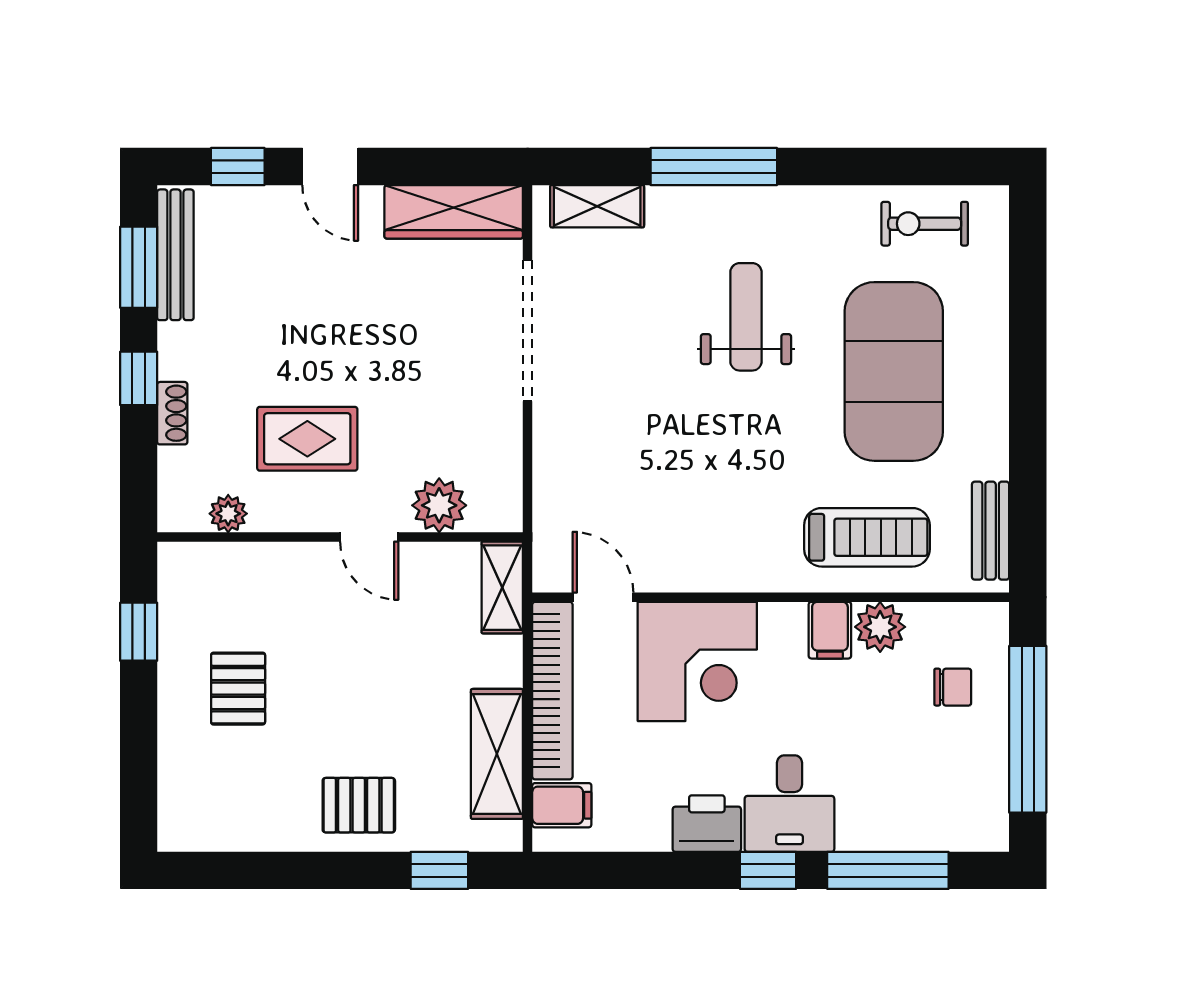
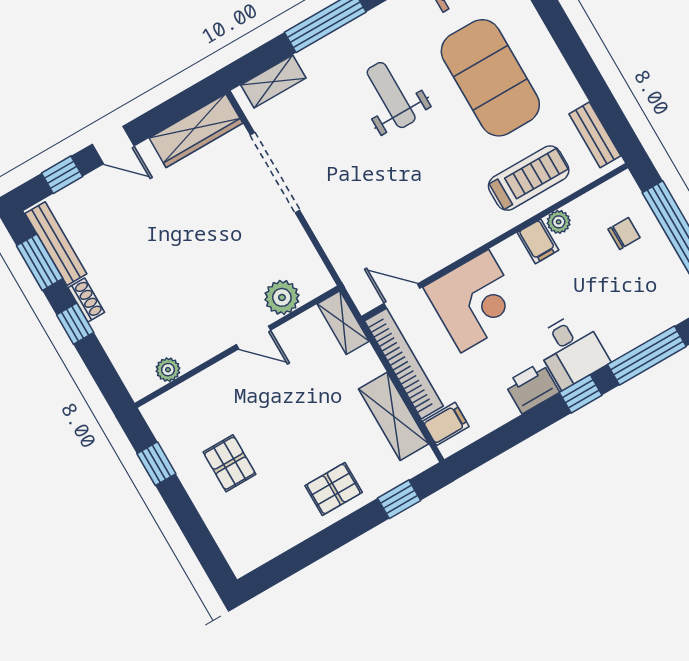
shoe rack: (172, 413) -> (86, 300), moved
rug: (307, 439) -> (188, 303), removed
plant: (880, 627) -> (559, 222), width x0.73, depth x0.73

